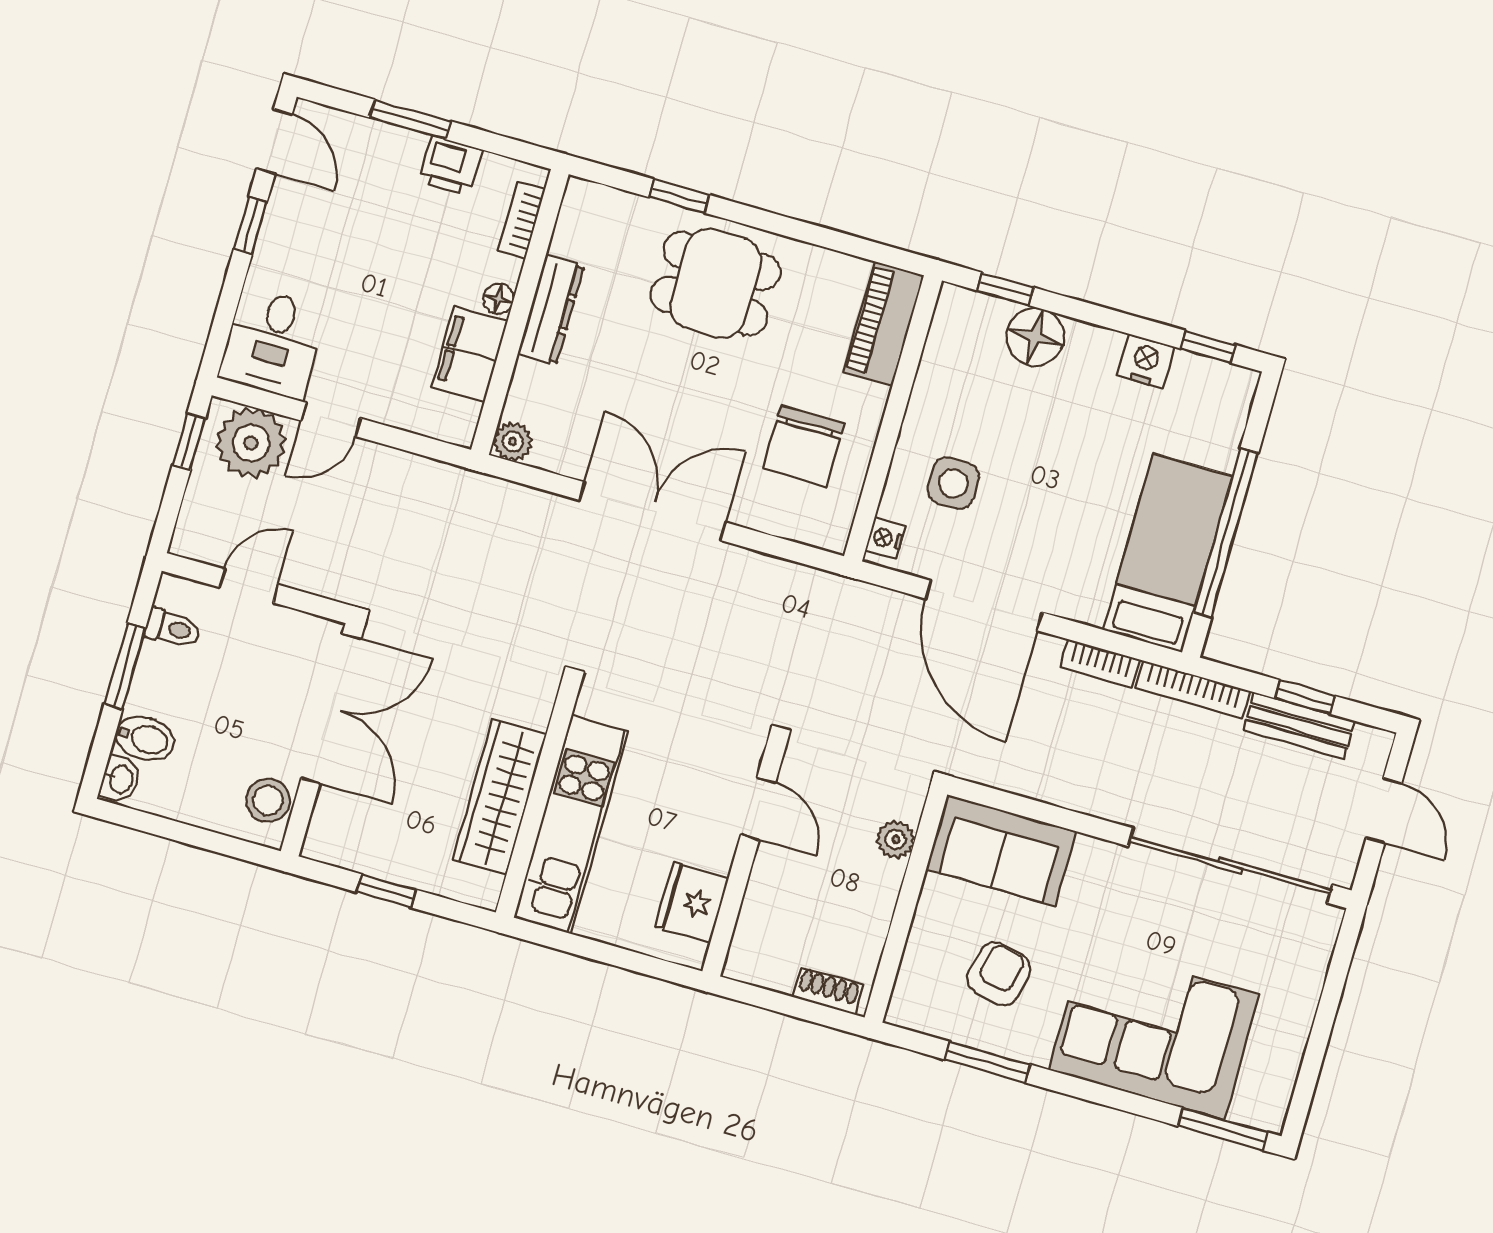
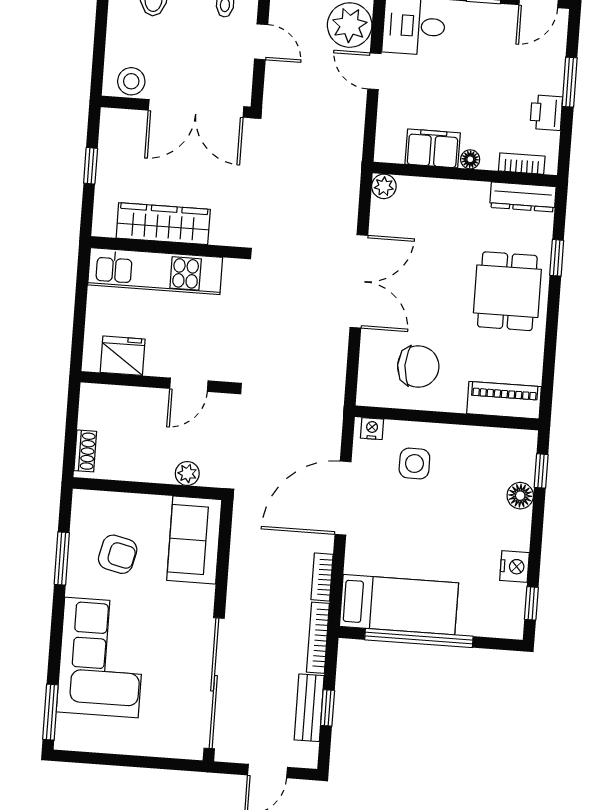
dresser: (551, 310) -> (523, 197), moved
floor lamp: (1035, 337) -> (520, 496), width x0.73, depth x0.73
chair: (804, 446) -> (418, 366), turned 180

